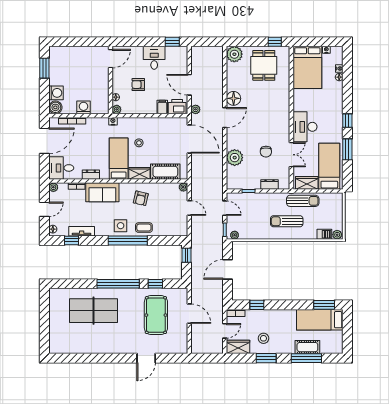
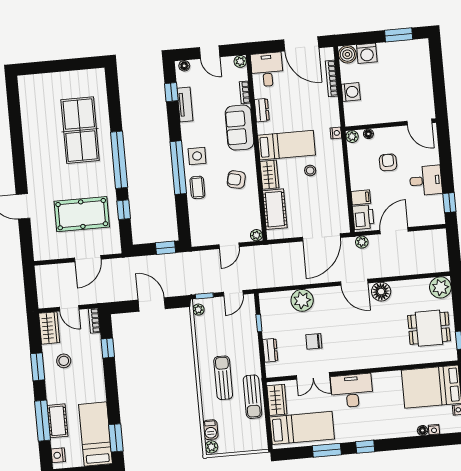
nightstand: (333, 349) -> (58, 455), added

